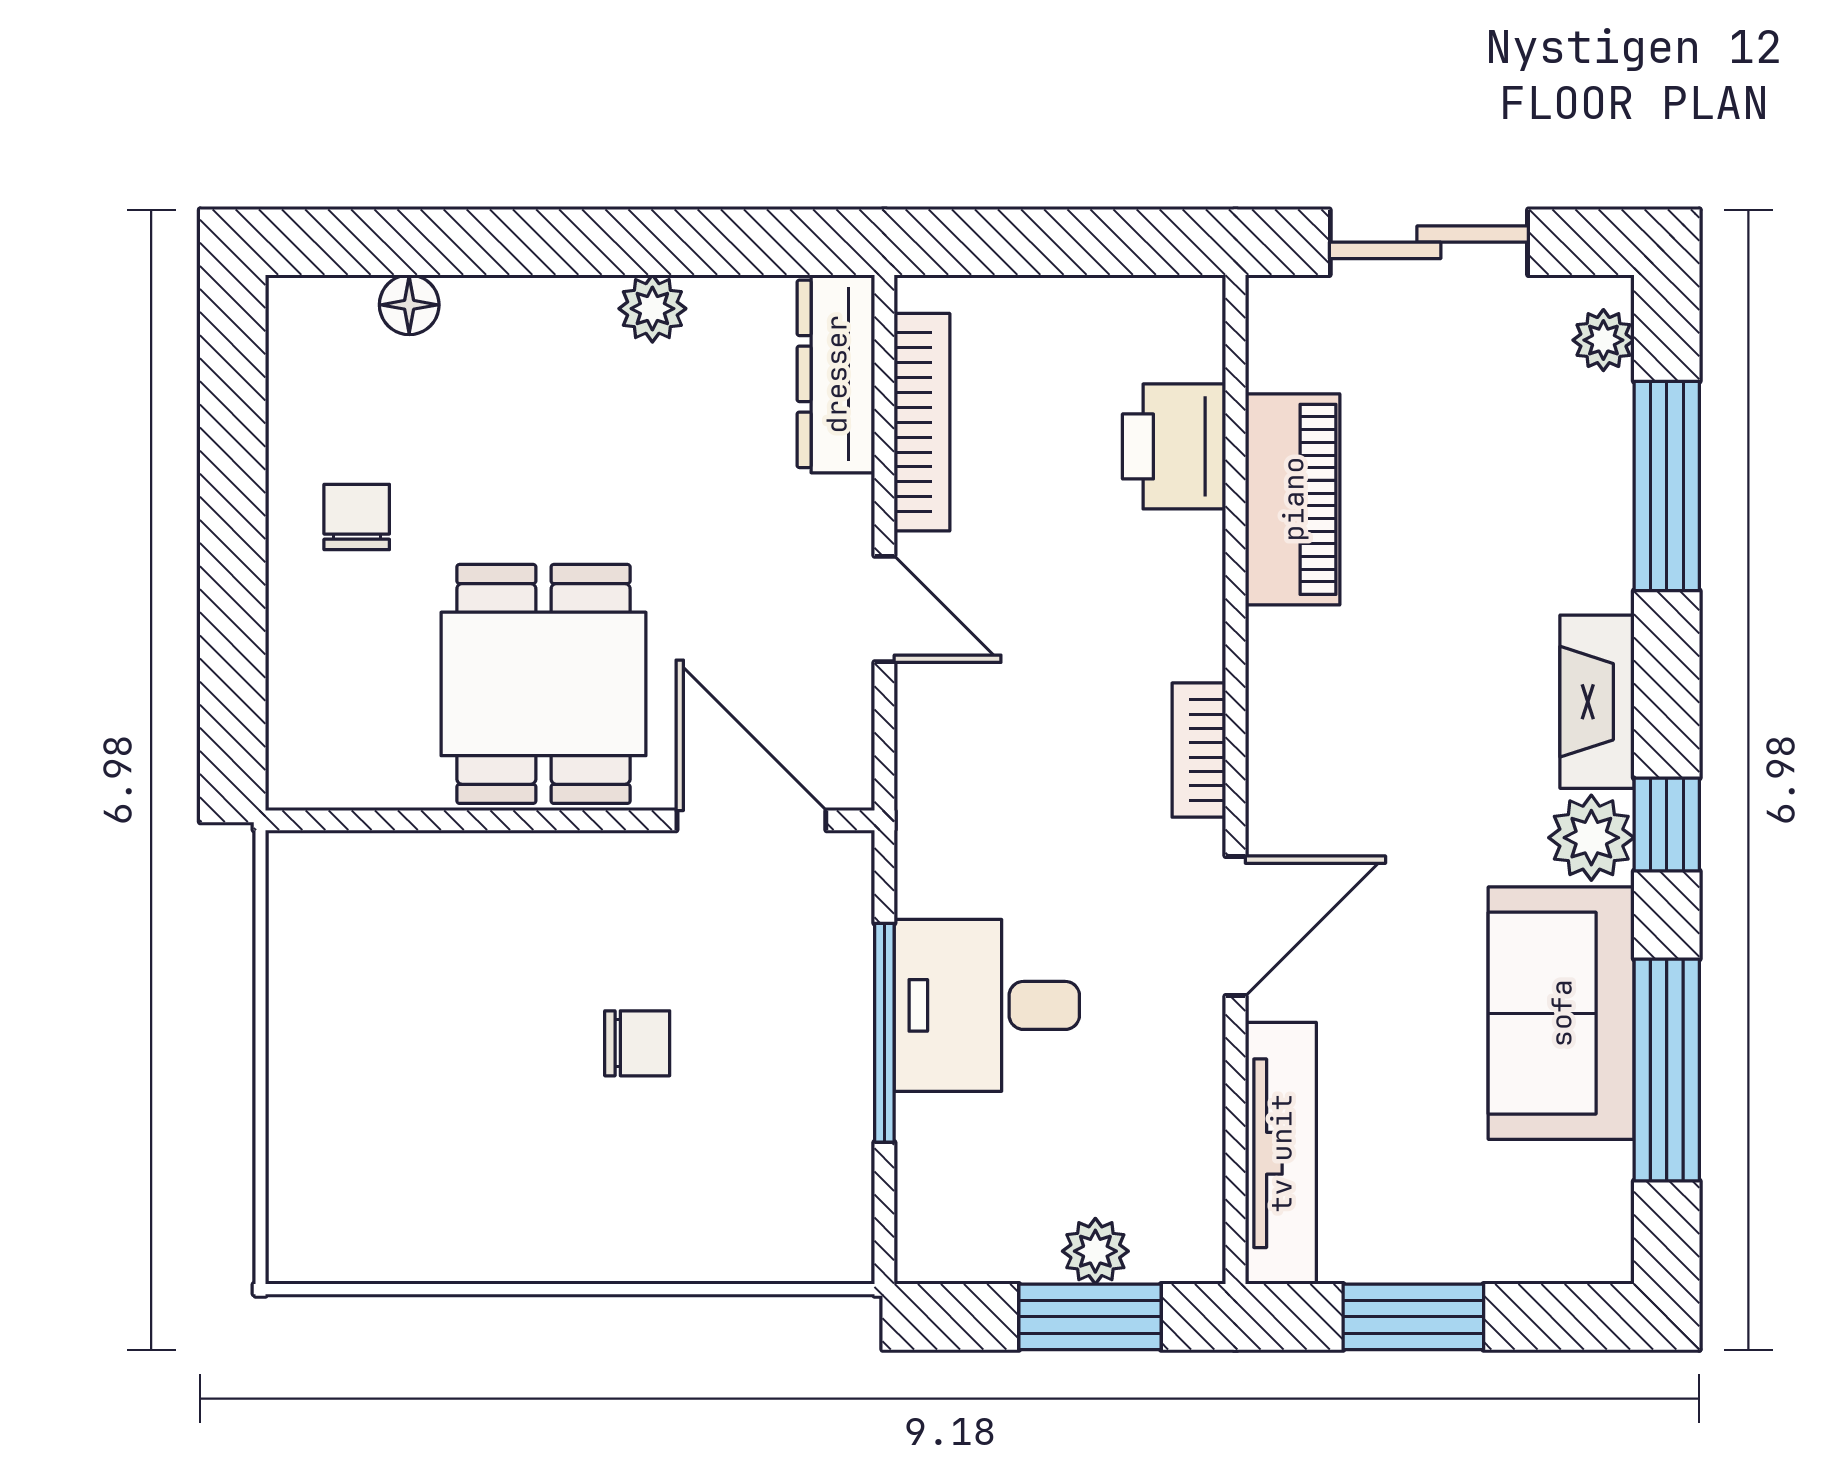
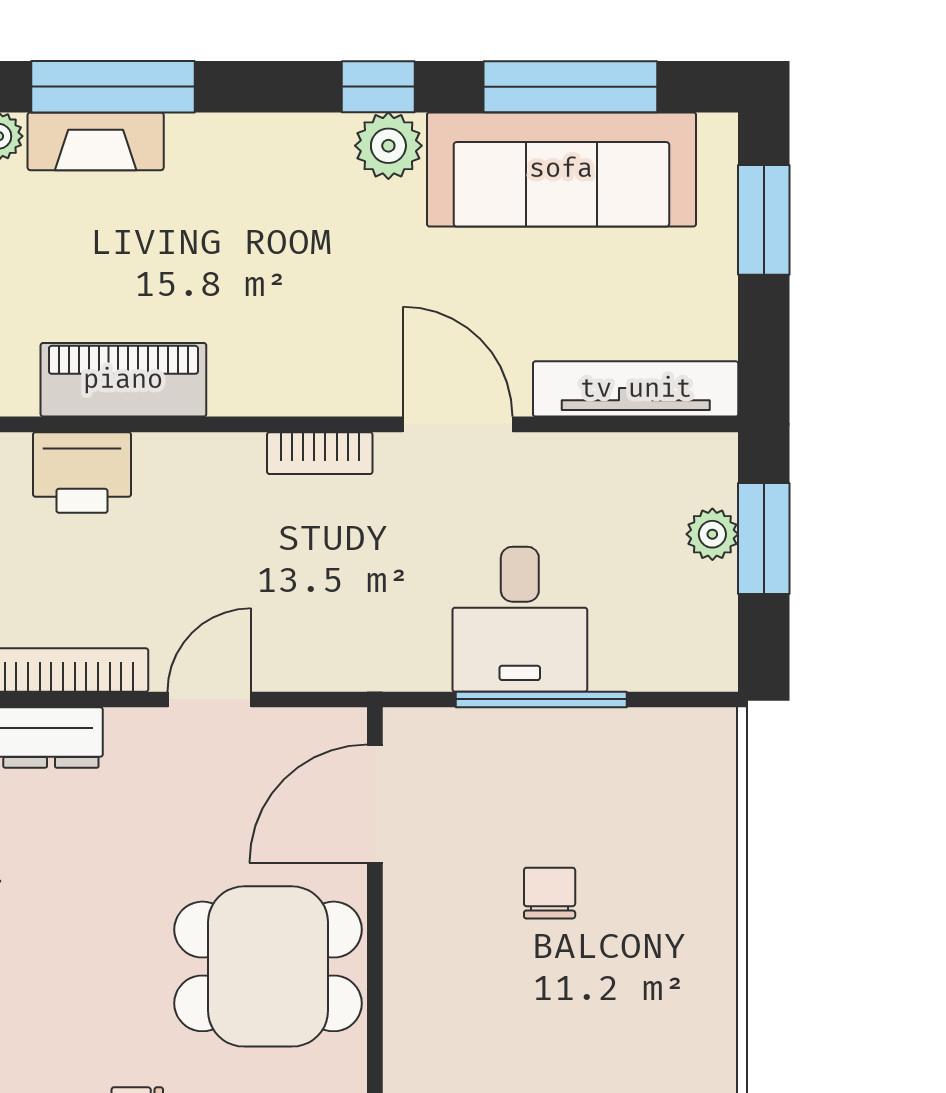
fireplace: (1597, 702) -> (96, 141), moved
sofa: (1561, 1013) -> (561, 169), width x1.36
window: (1413, 1317) -> (764, 220), moved

